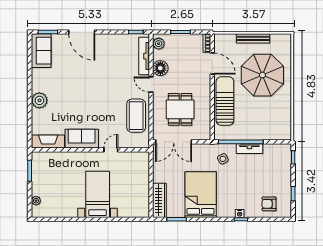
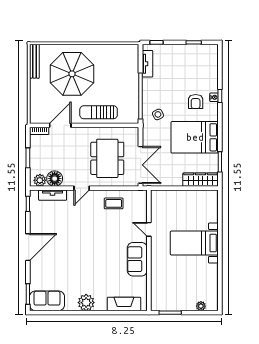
door: (82, 32) -> (28, 247), moved
bench: (253, 38) -> (34, 61), moved
tv unit: (144, 56) -> (53, 195), width x0.71
floor lamp: (160, 68) -> (55, 179), moved
plant: (39, 100) -> (86, 303), moved
sun lounger: (225, 101) -> (99, 112), width x0.73, depth x0.75
dining table: (180, 109) -> (107, 158), width x1.38
coffee table: (136, 116) -> (114, 203), width x0.54, depth x0.58
fireplace: (48, 141) -> (124, 304), moved, turned 90
tv unit: (249, 149) -> (147, 64), moved
armchair: (269, 204) -> (196, 102), moved

